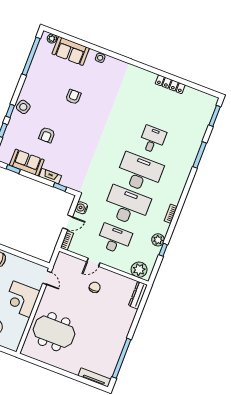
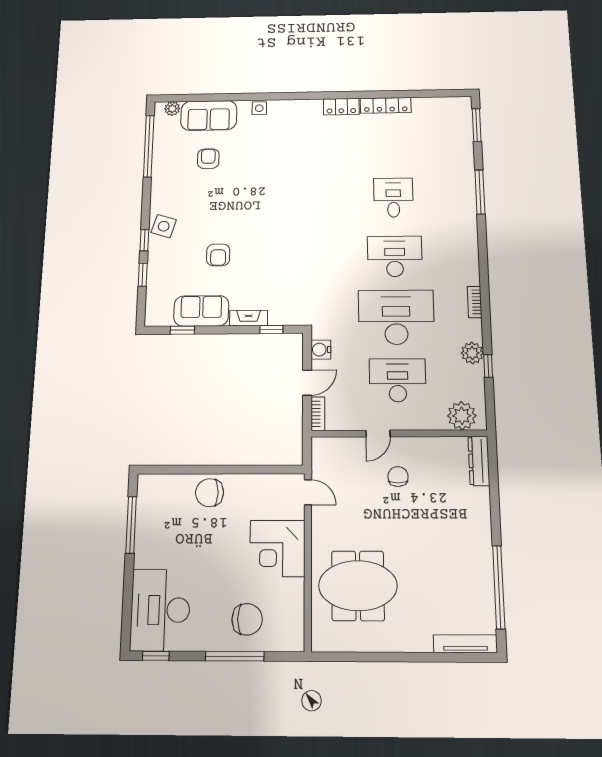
locker: (146, 75) -> (341, 107), added
armchair: (73, 97) -> (208, 159), moved
desk: (140, 173) -> (395, 256), width x0.73, depth x0.77

